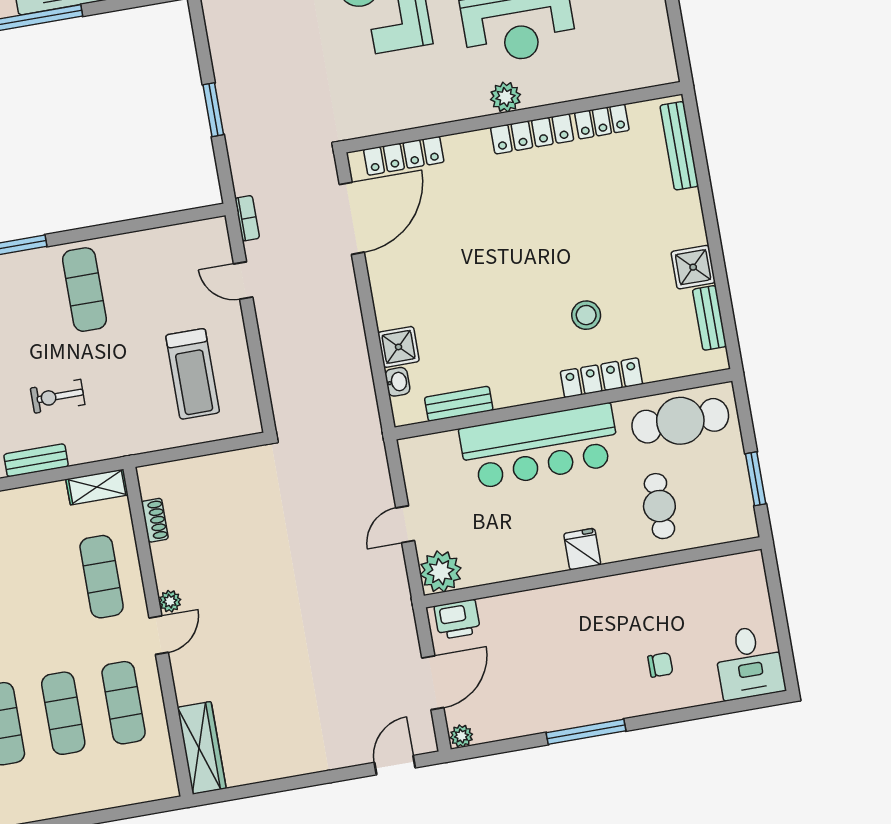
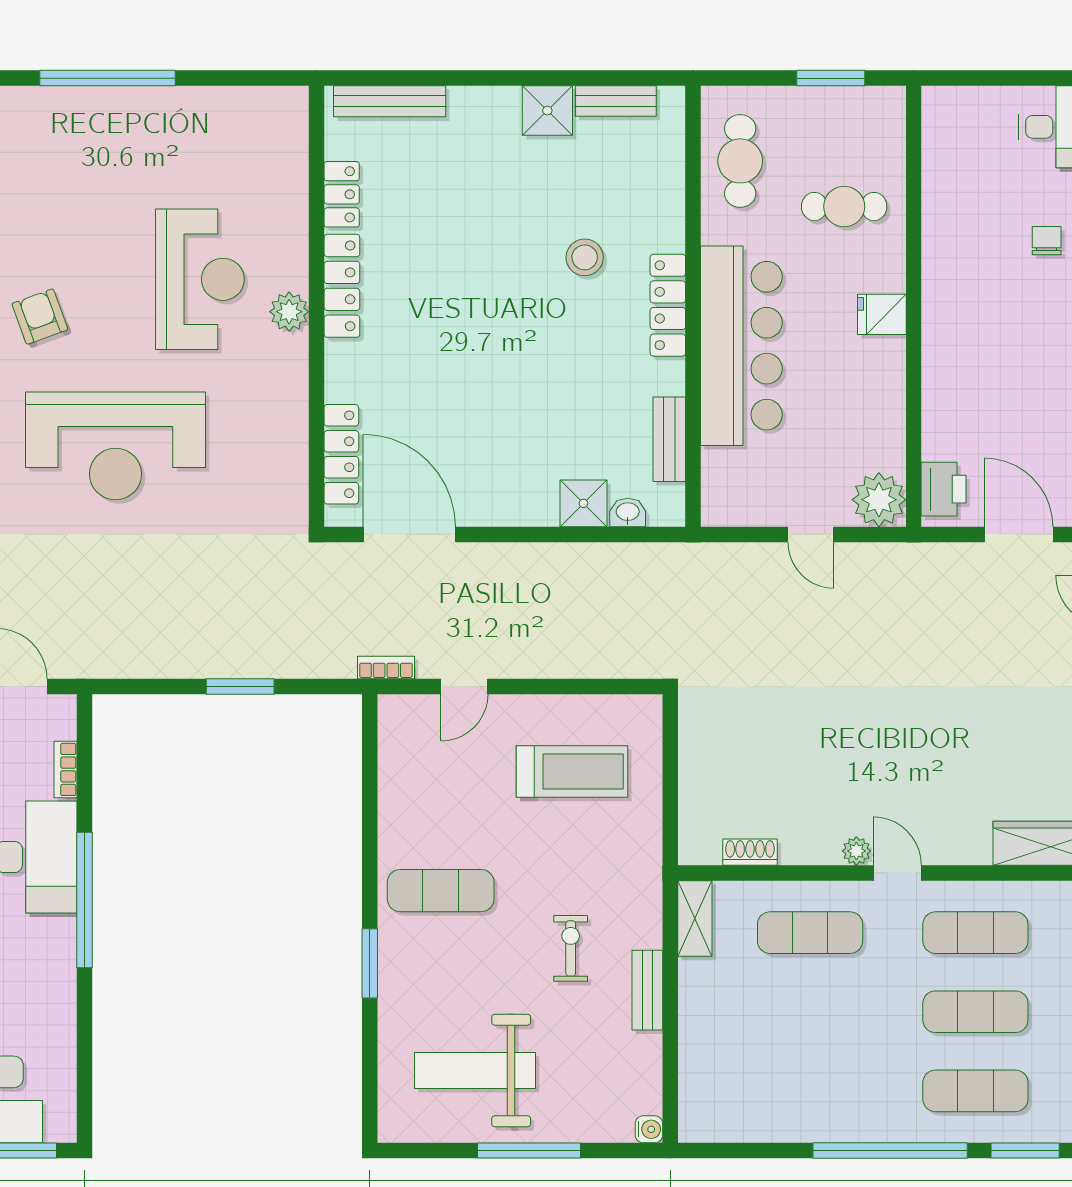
locker: (601, 378) -> (668, 305), moved
exercise bike: (58, 396) -> (571, 948), turned 180
cafe table: (680, 421) -> (740, 161), width x0.73, depth x0.74

